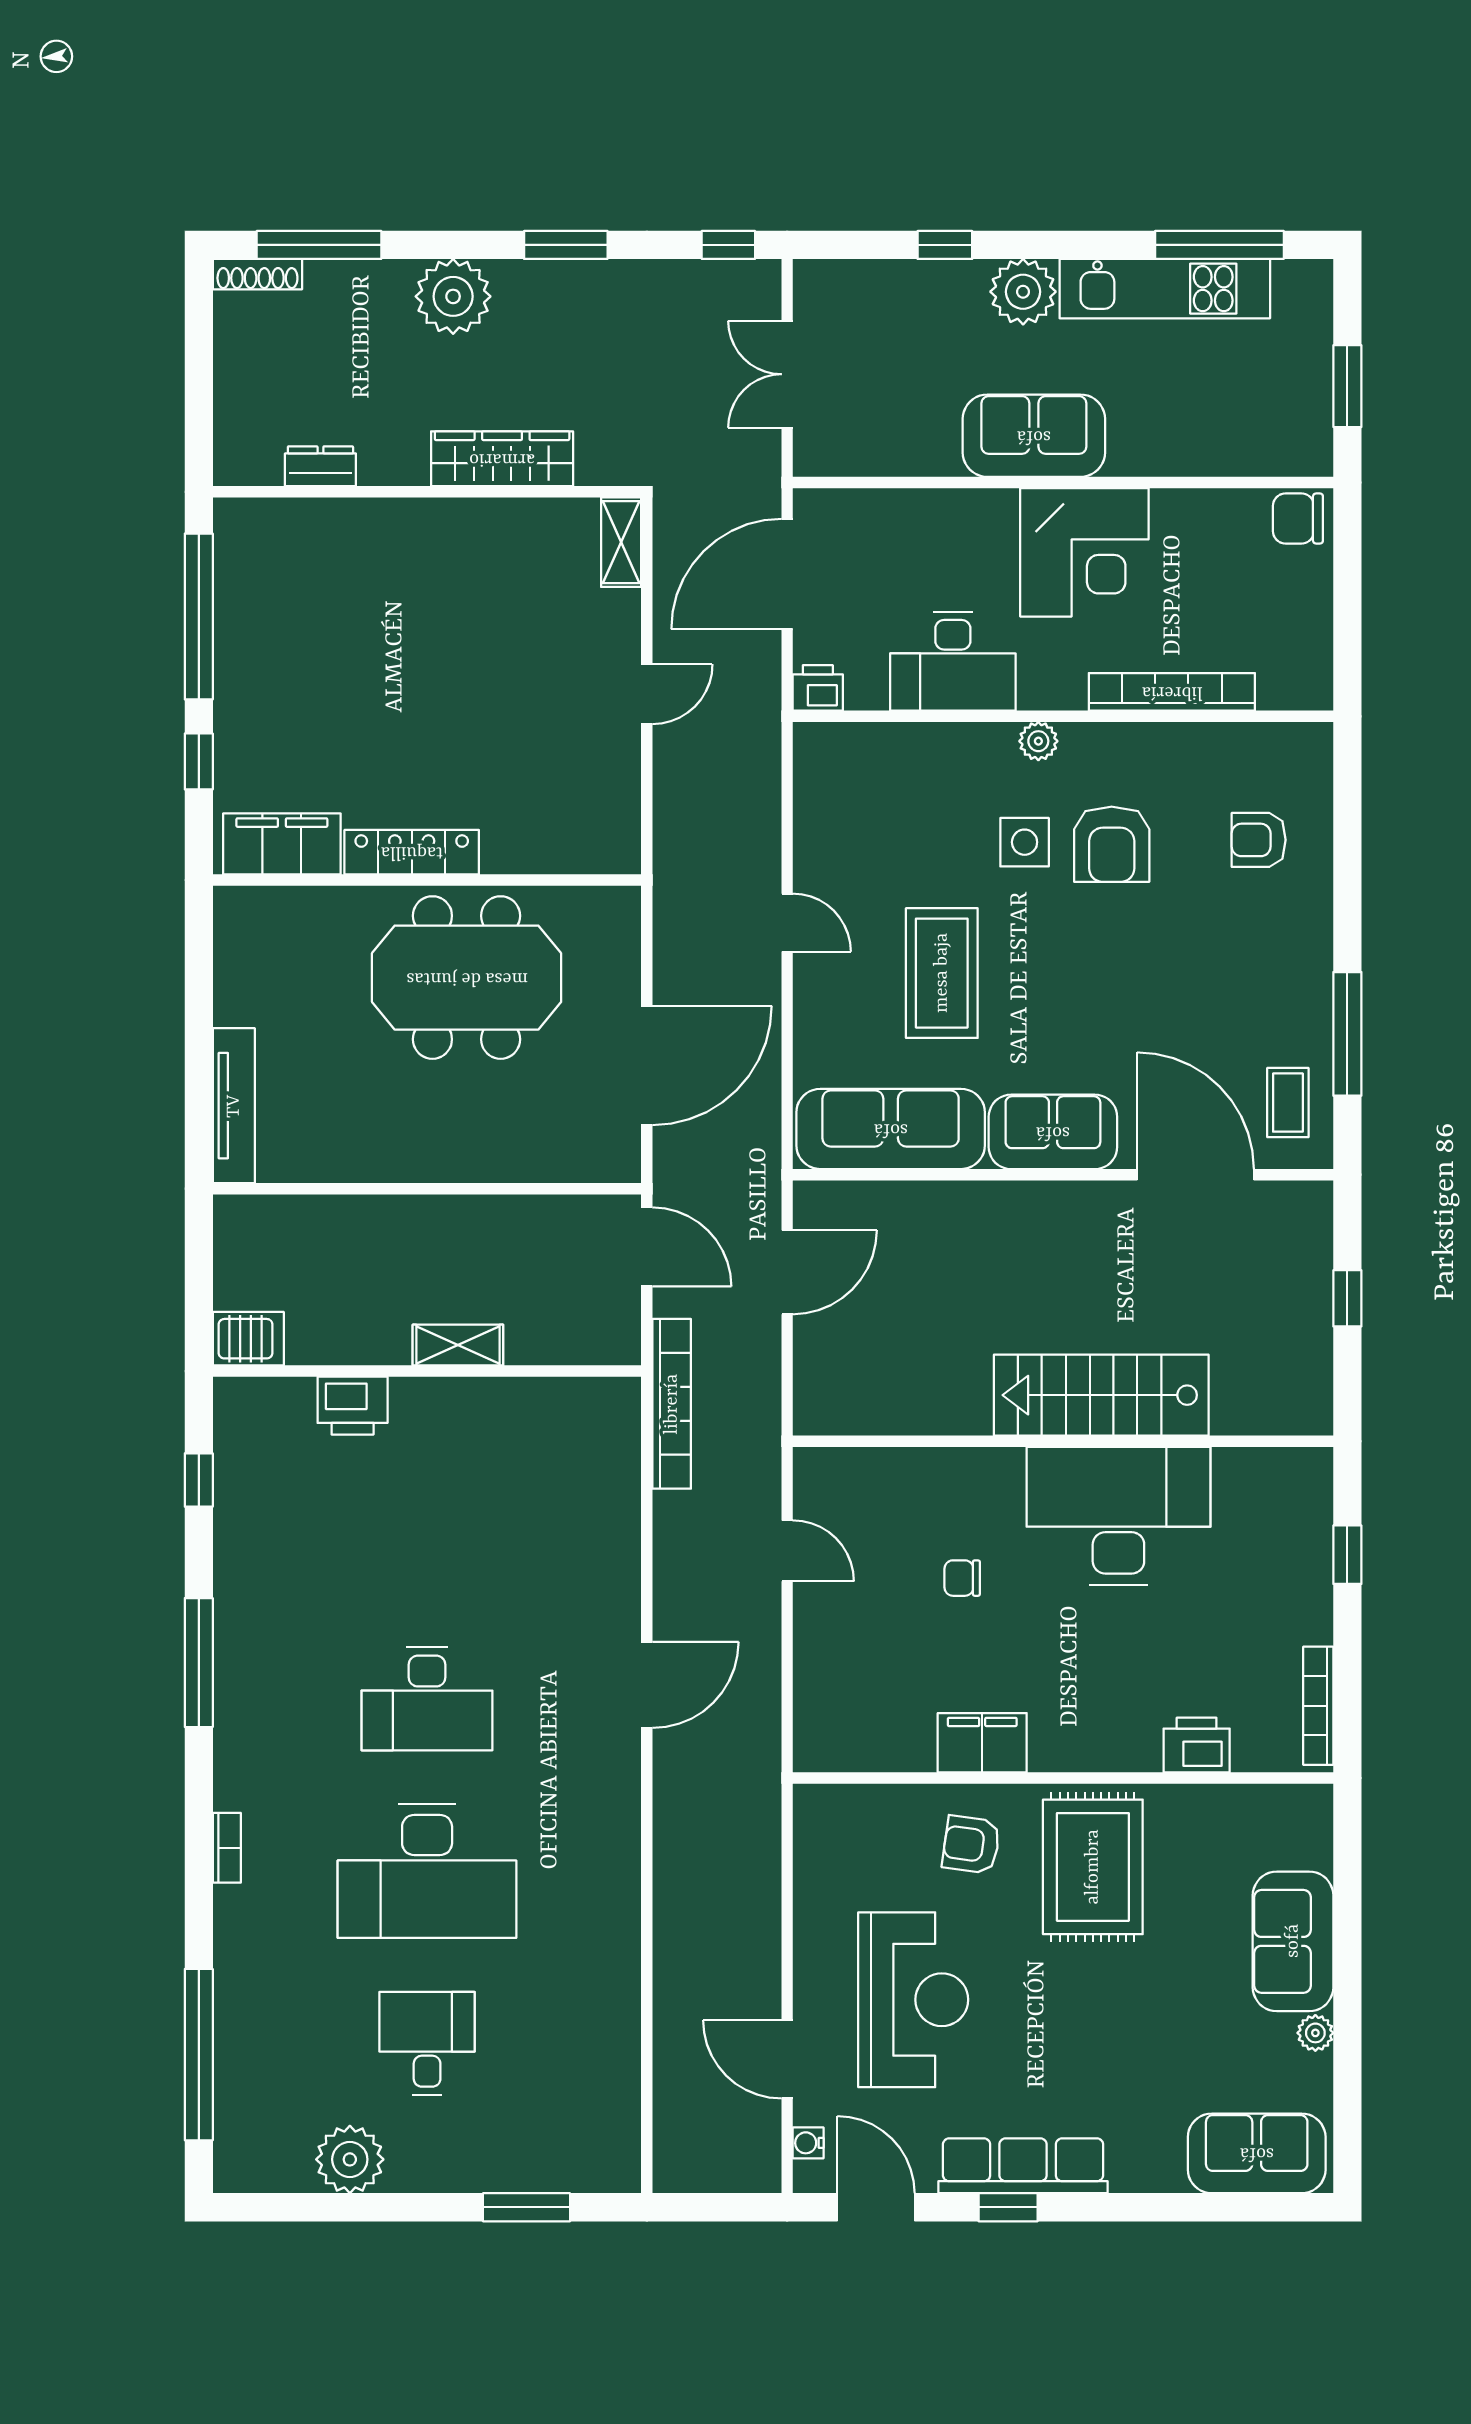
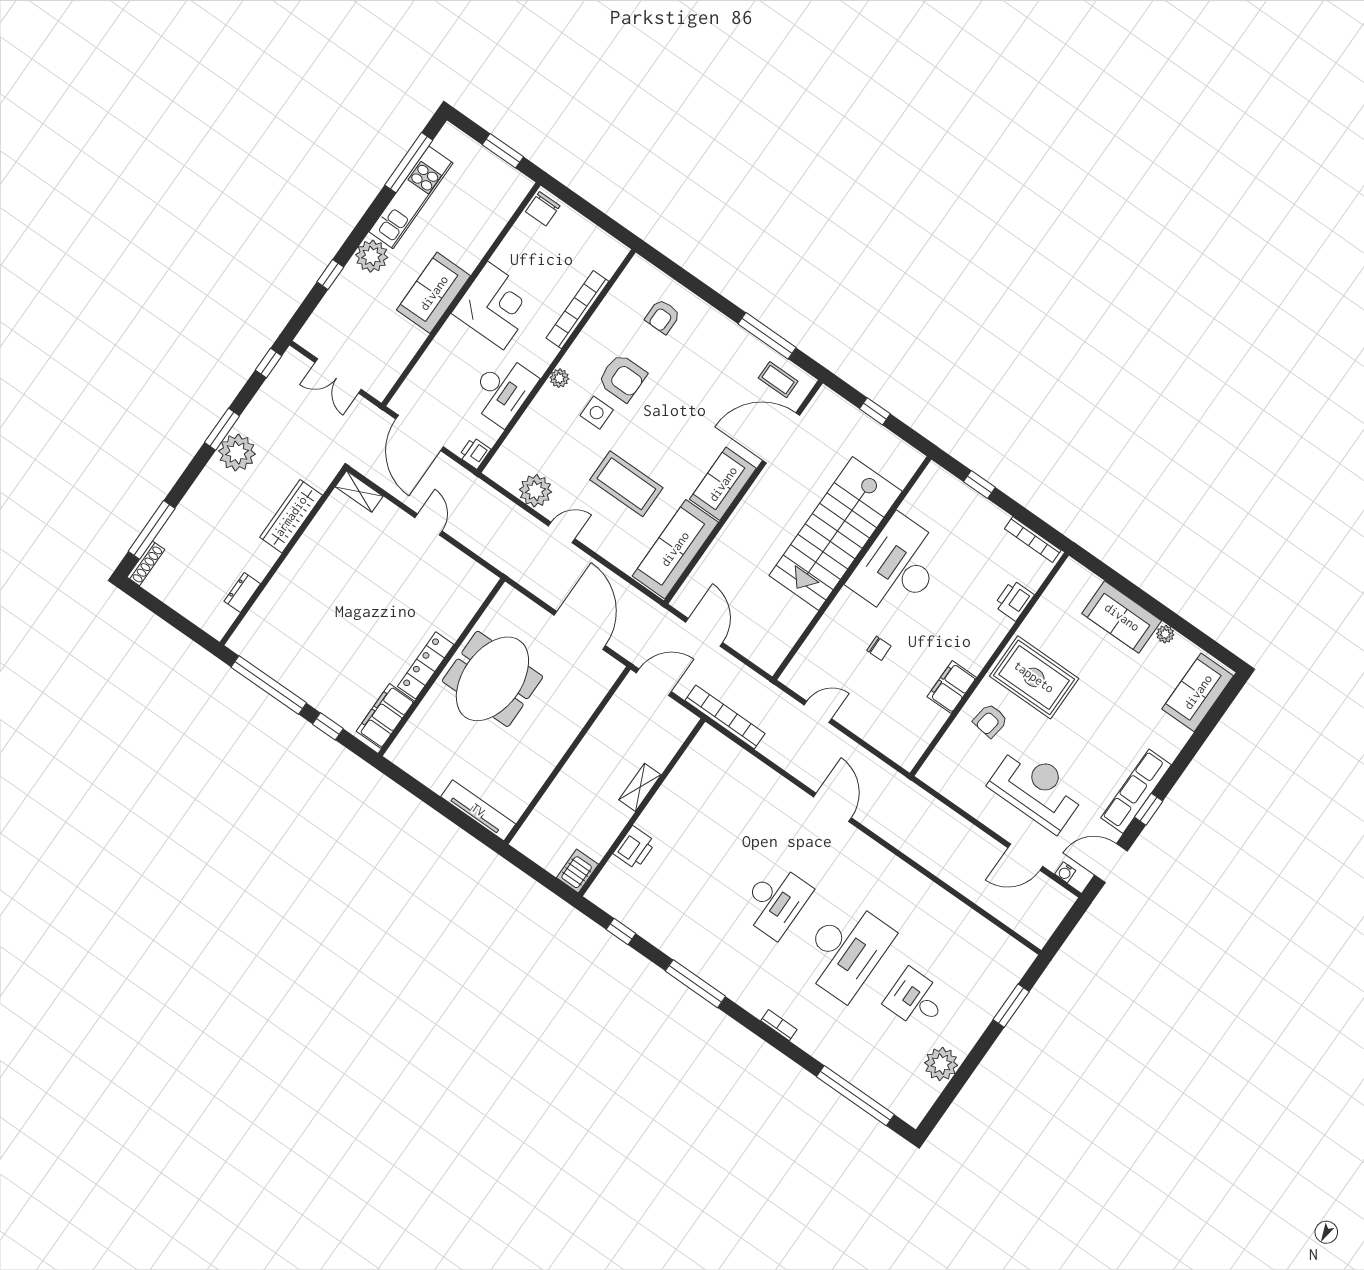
plant: (453, 296) -> (237, 453), moved
plant: (826, 831) -> (535, 491), added
stairs: (1101, 1395) -> (836, 533), width x1.36, depth x1.51
chair: (962, 1578) -> (879, 648), turned -91

